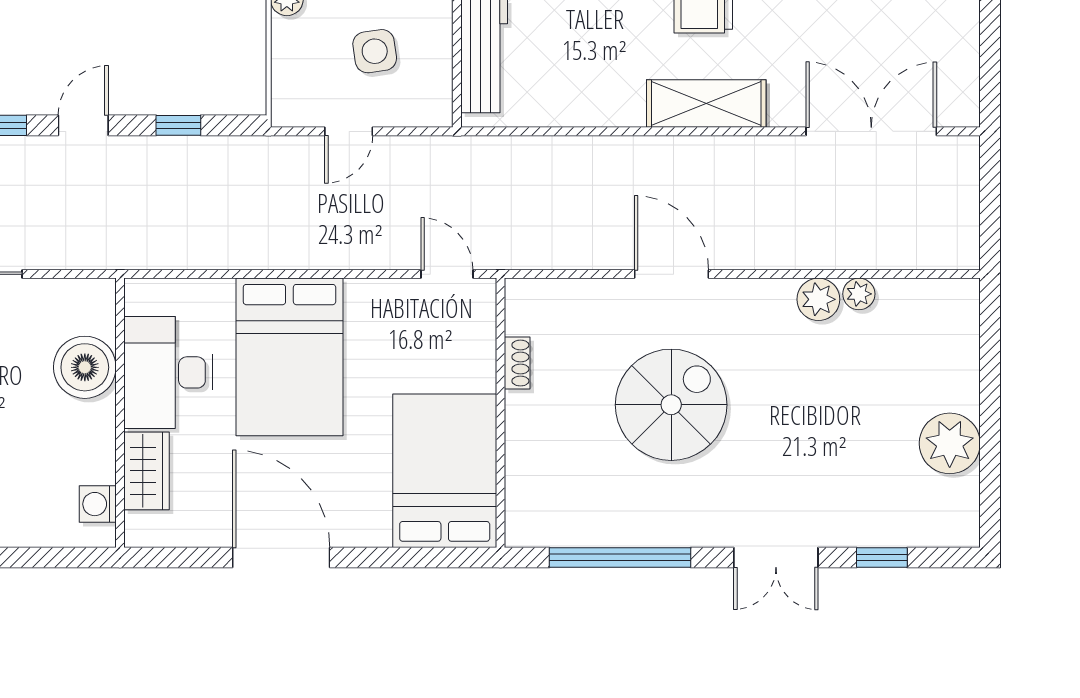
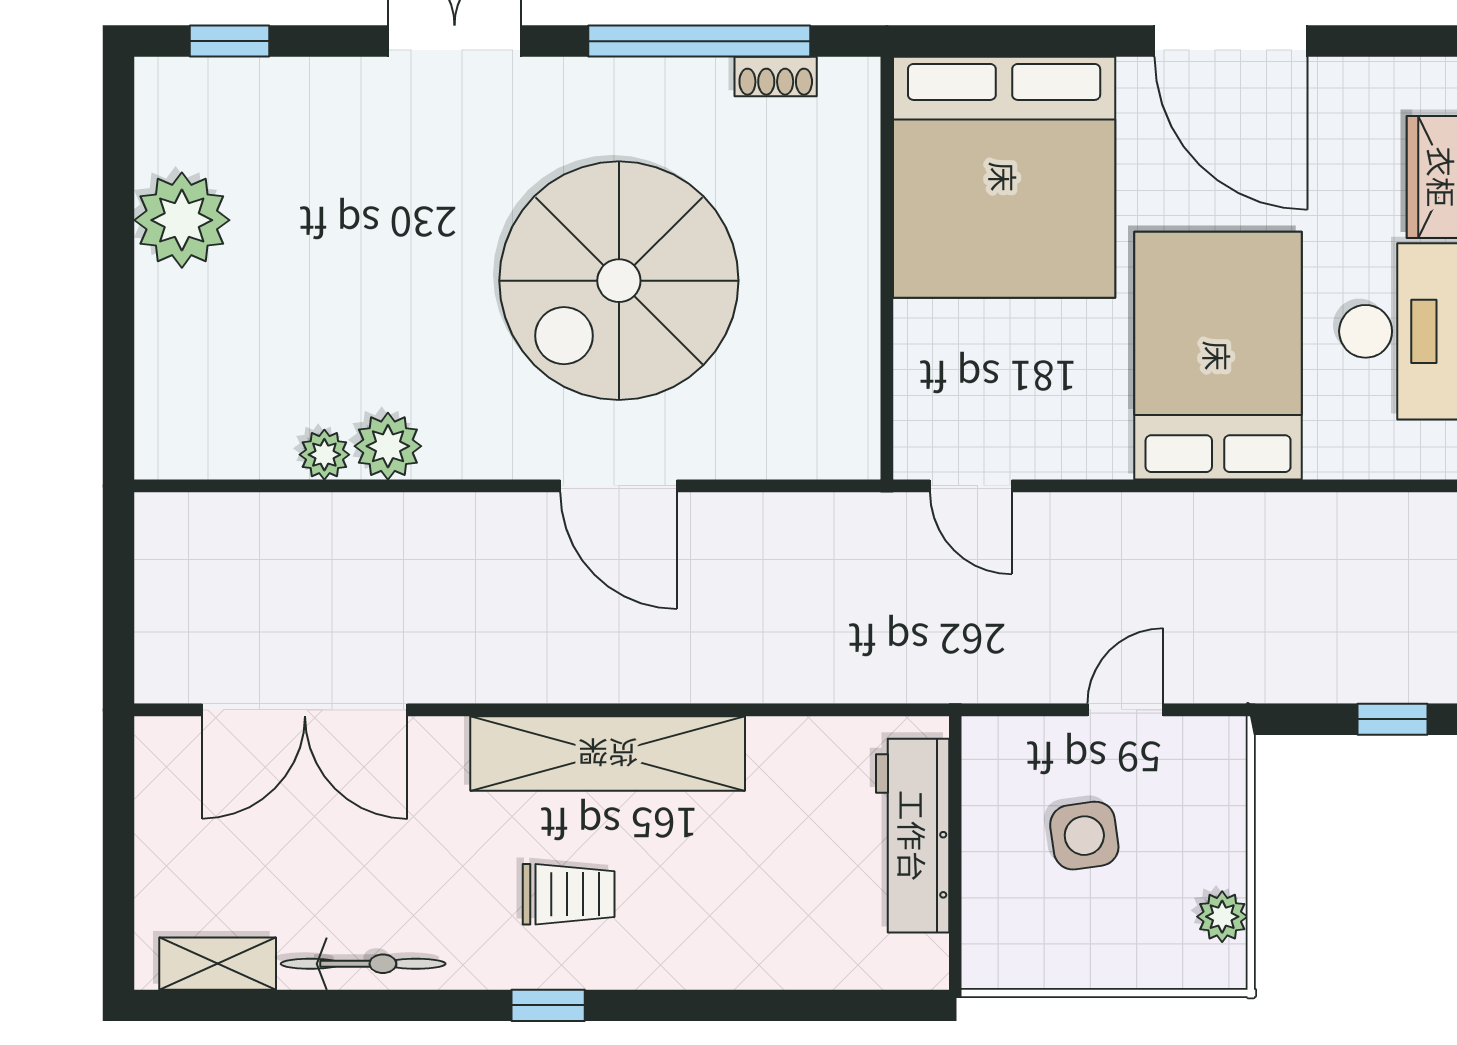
shelving: (706, 103) -> (608, 754), width x1.47
shoe rack: (517, 363) -> (776, 76), moved, turned -90
spiral stairs: (671, 405) -> (619, 281), width x1.37, depth x1.37
bed: (445, 471) -> (1004, 177), width x1.36
window: (882, 557) -> (229, 41), moved

